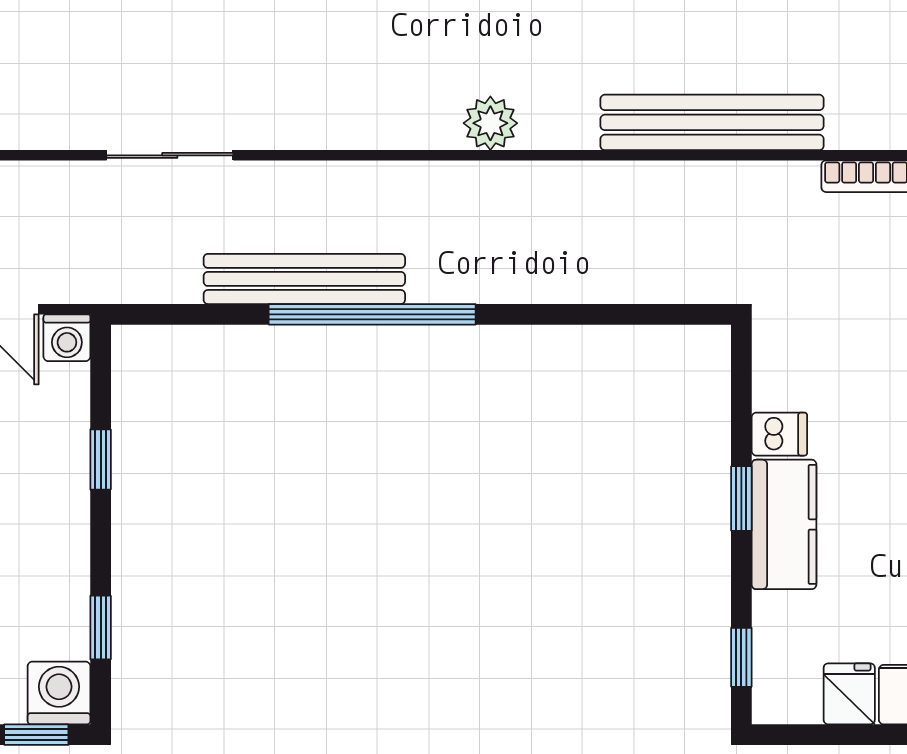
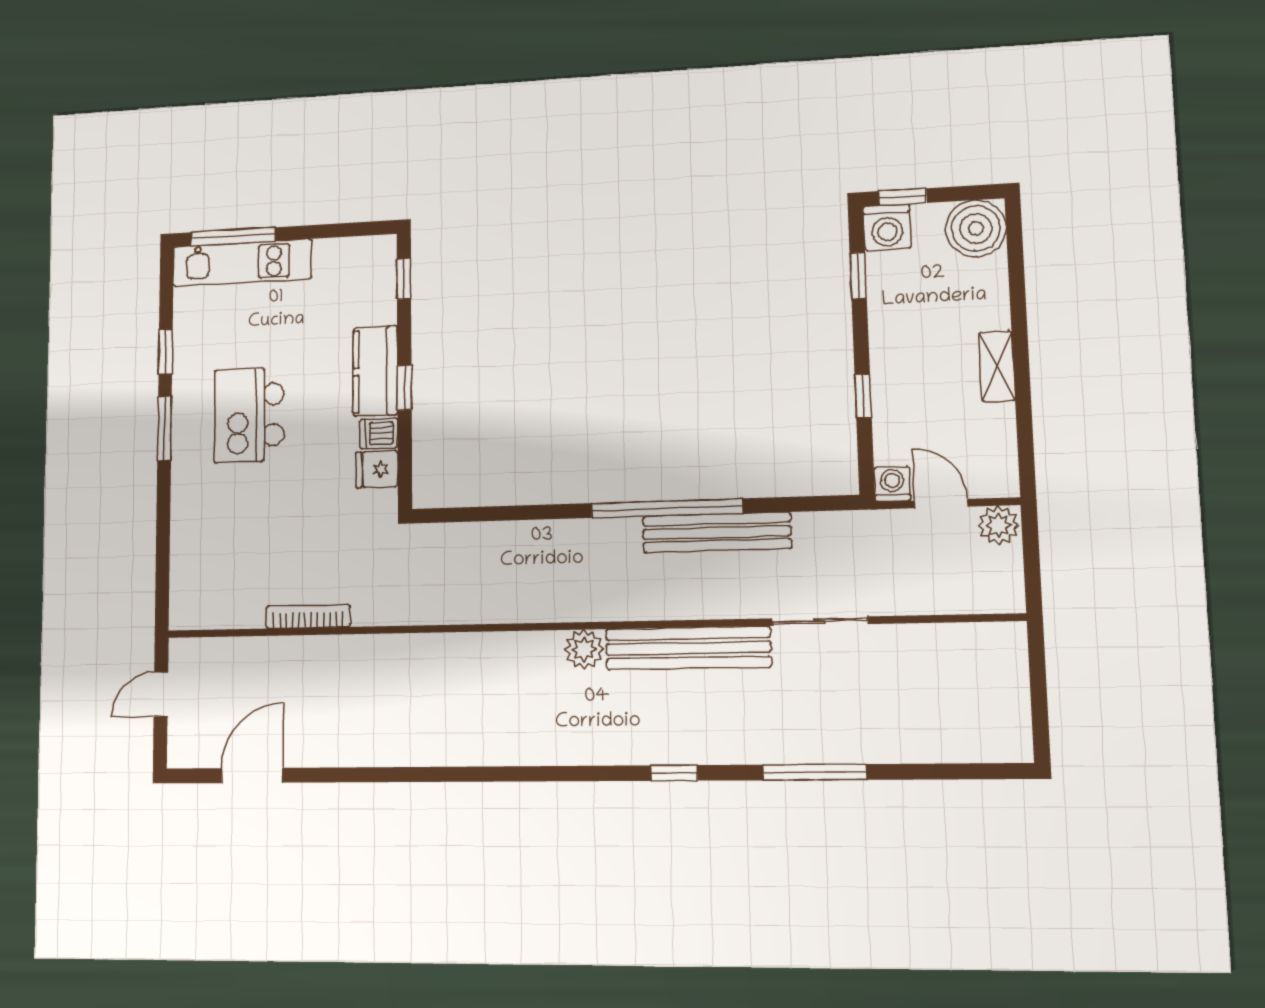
bench: (712, 122) -> (688, 648), moved
fridge: (849, 694) -> (377, 469), moved, turned 90

